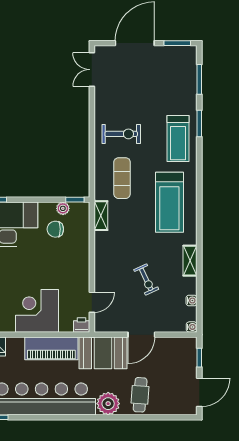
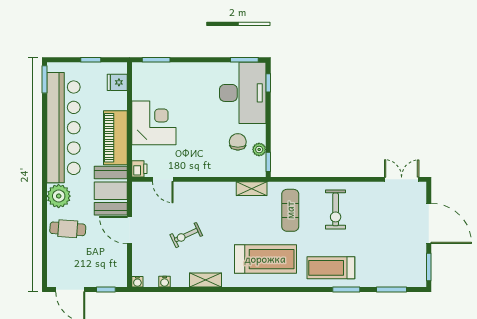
exercise mat: (122, 178) -> (290, 210), turned 90
treadmill: (169, 202) -> (265, 259), turned 180

